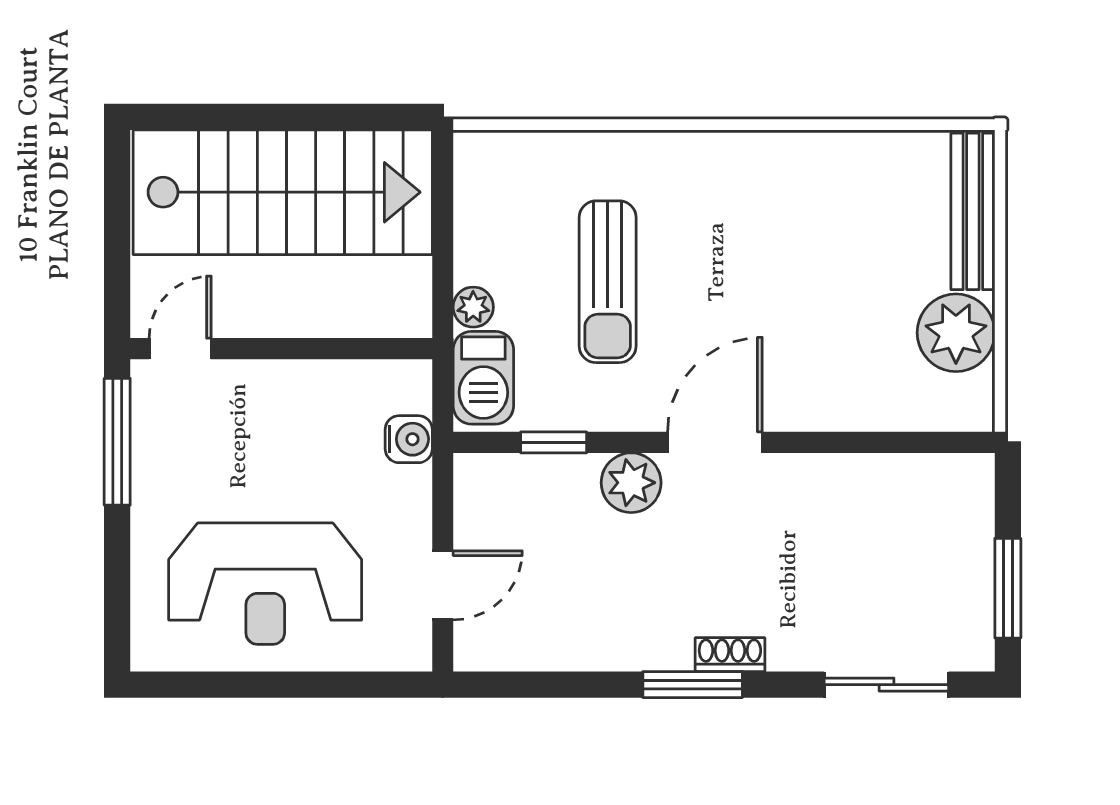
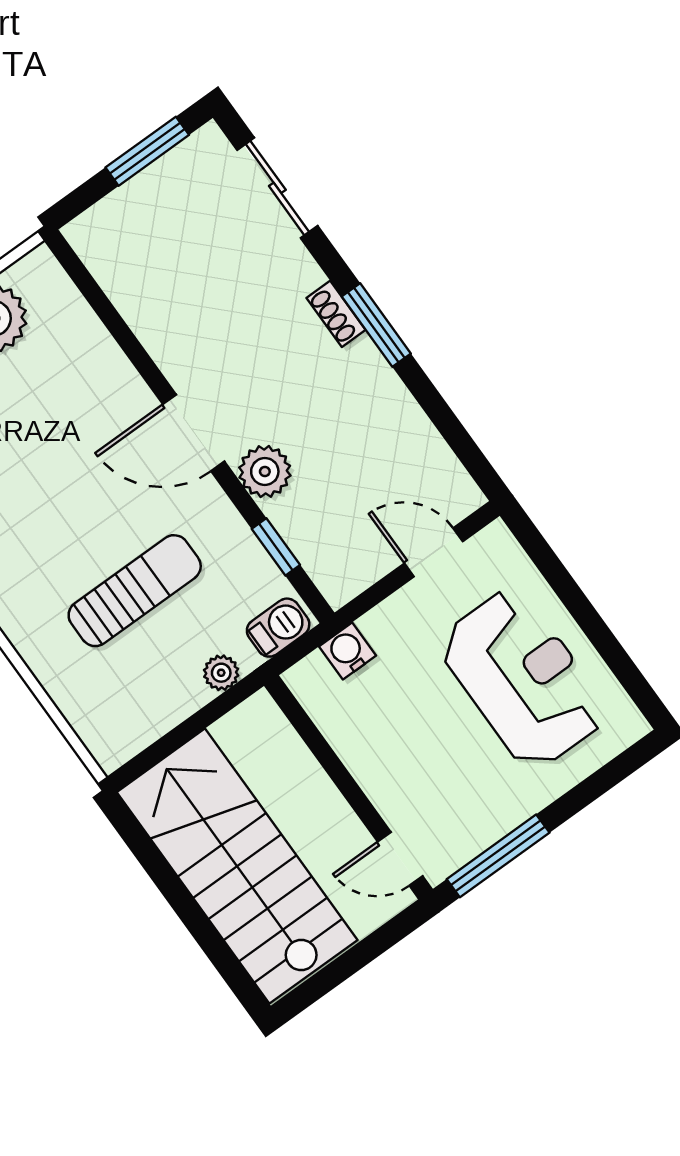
barbecue: (483, 378) -> (278, 628), width x0.73, depth x0.79

